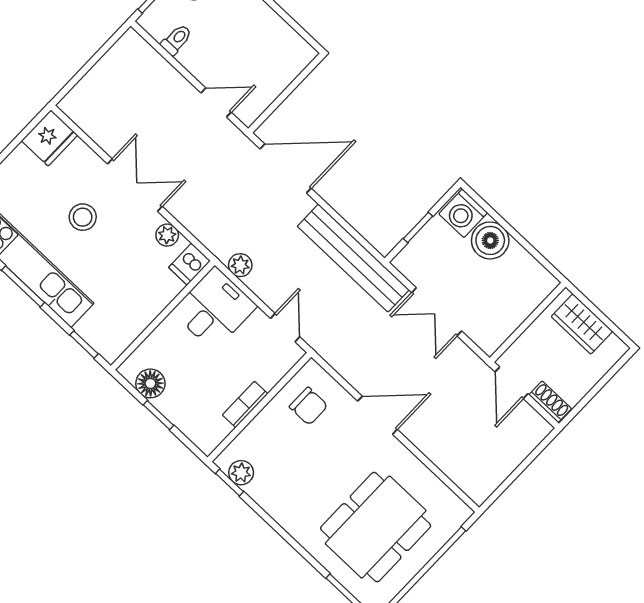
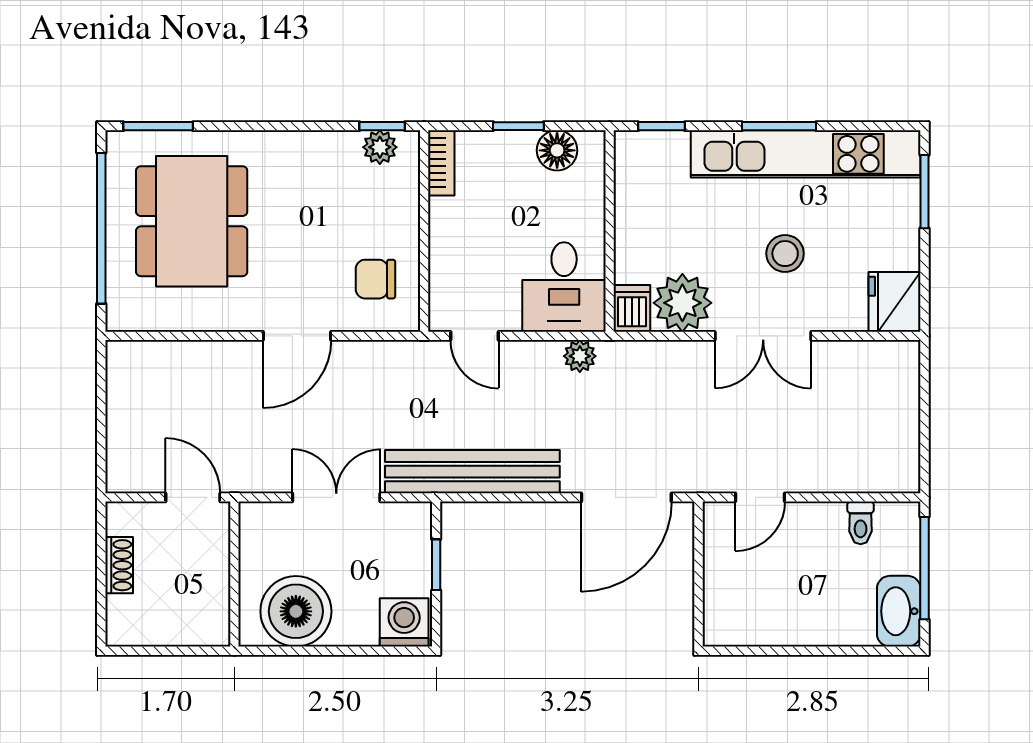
plant: (167, 235) -> (682, 303), width x1.87, depth x1.87
boiler: (490, 240) -> (296, 611), moved, width x1.37, depth x1.37
wardrobe: (582, 324) -> (178, 624), removed
shoe rack: (550, 402) -> (119, 565), moved, turned -90
bookcase: (245, 404) -> (441, 163), moved

